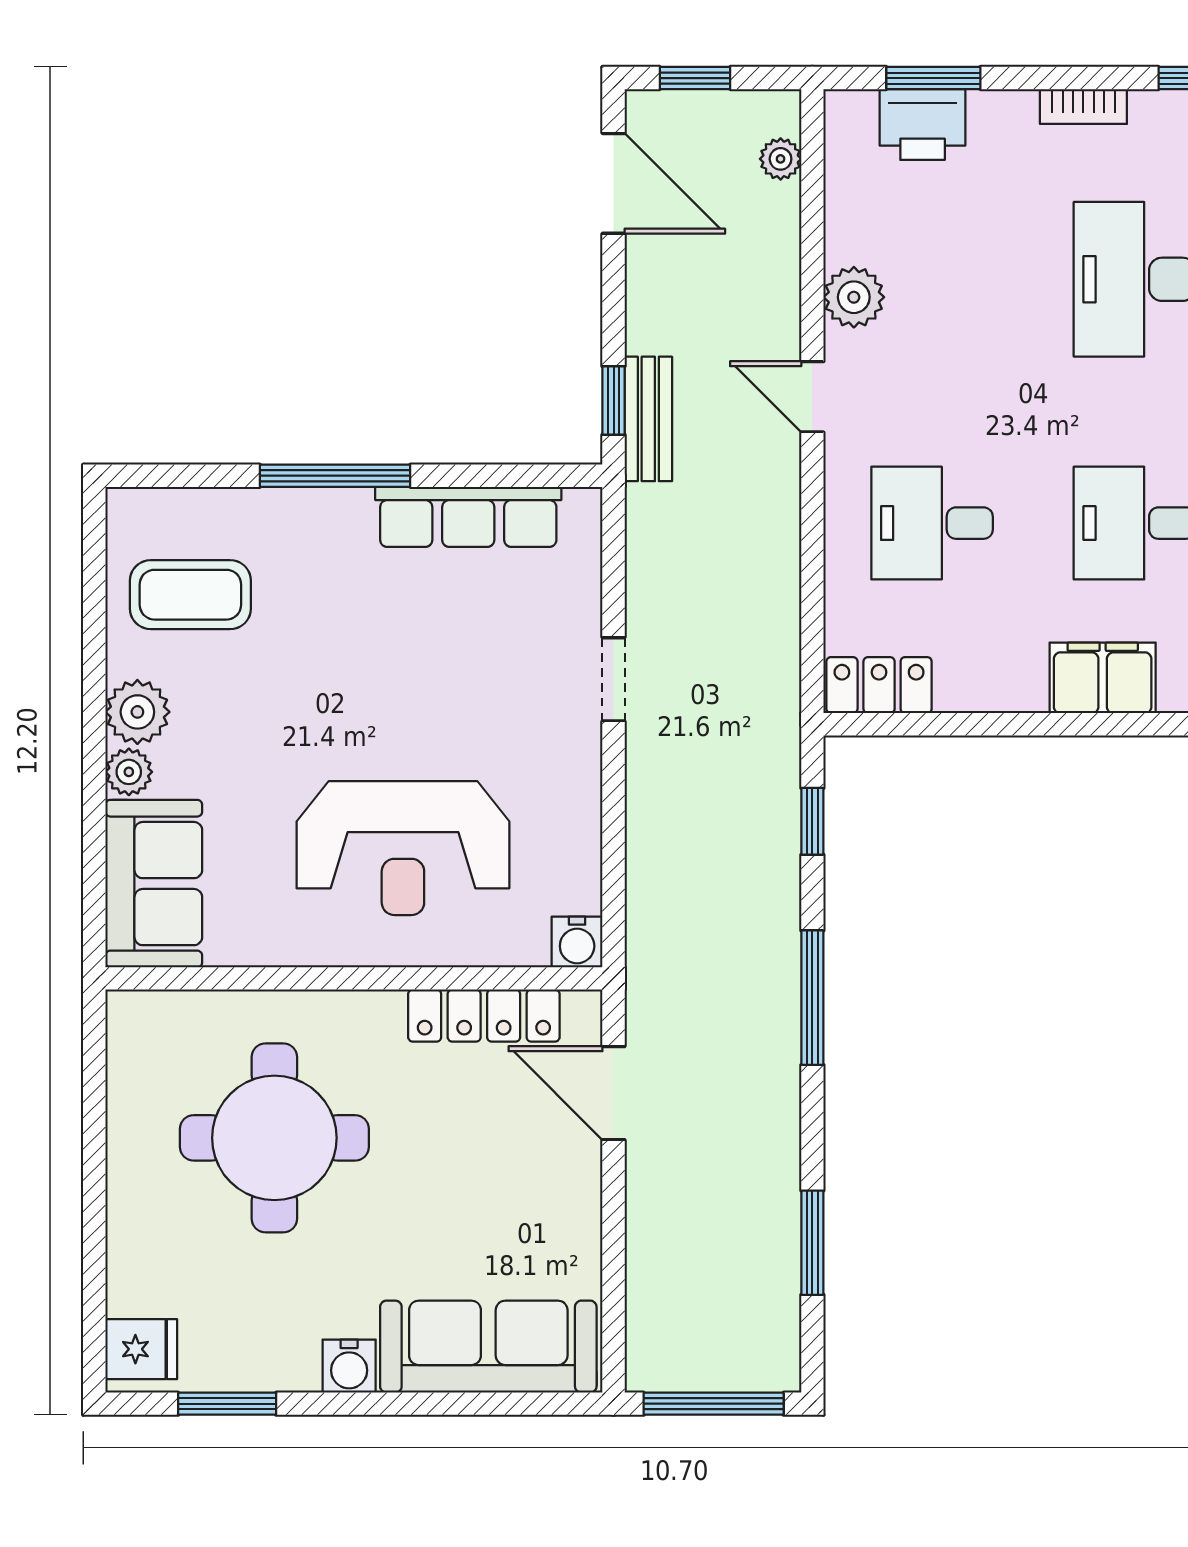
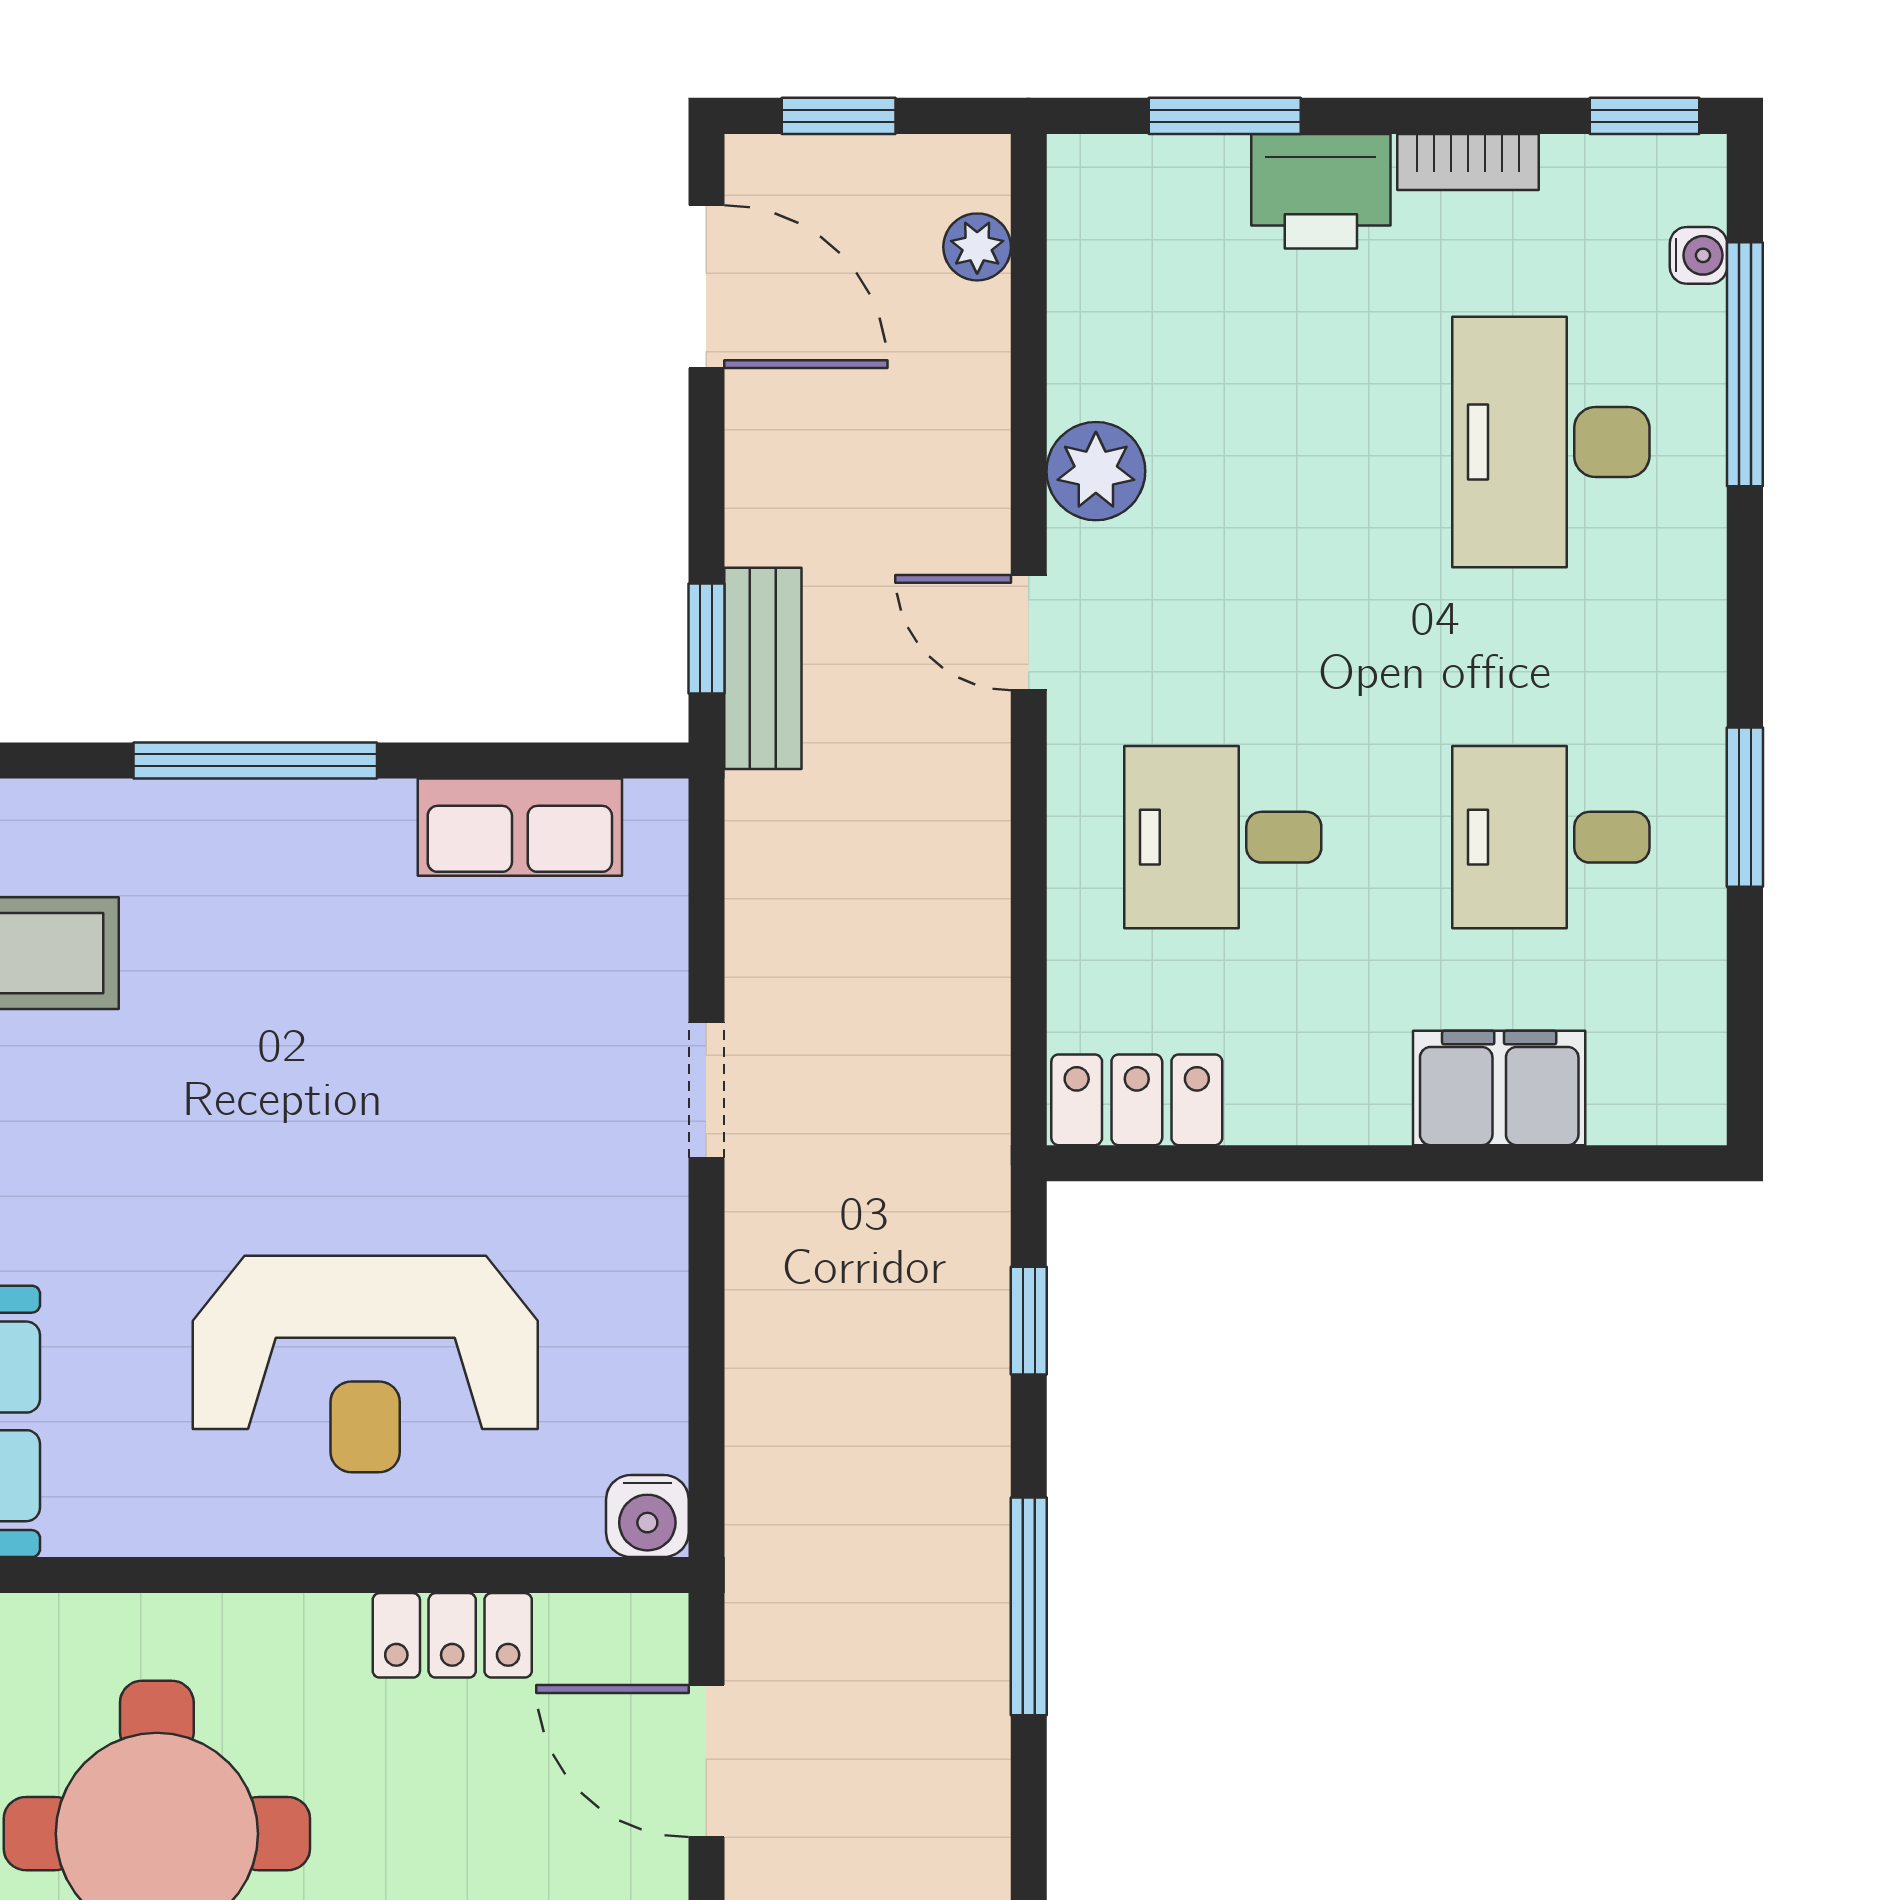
printer: (923, 124) -> (1321, 191), moved
row of seats: (468, 517) -> (520, 827), width x0.68
locker: (484, 1016) -> (452, 1635), width x0.66

